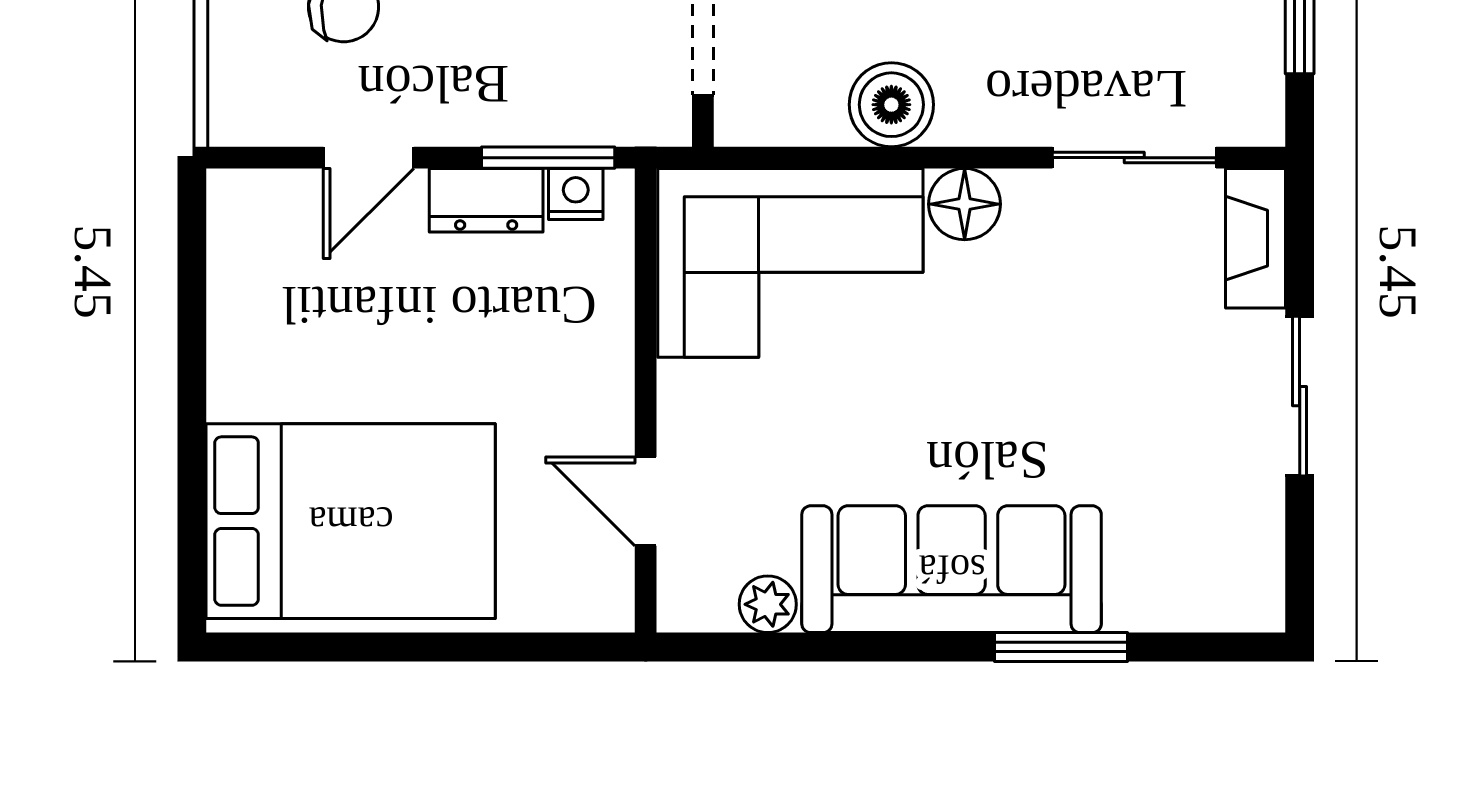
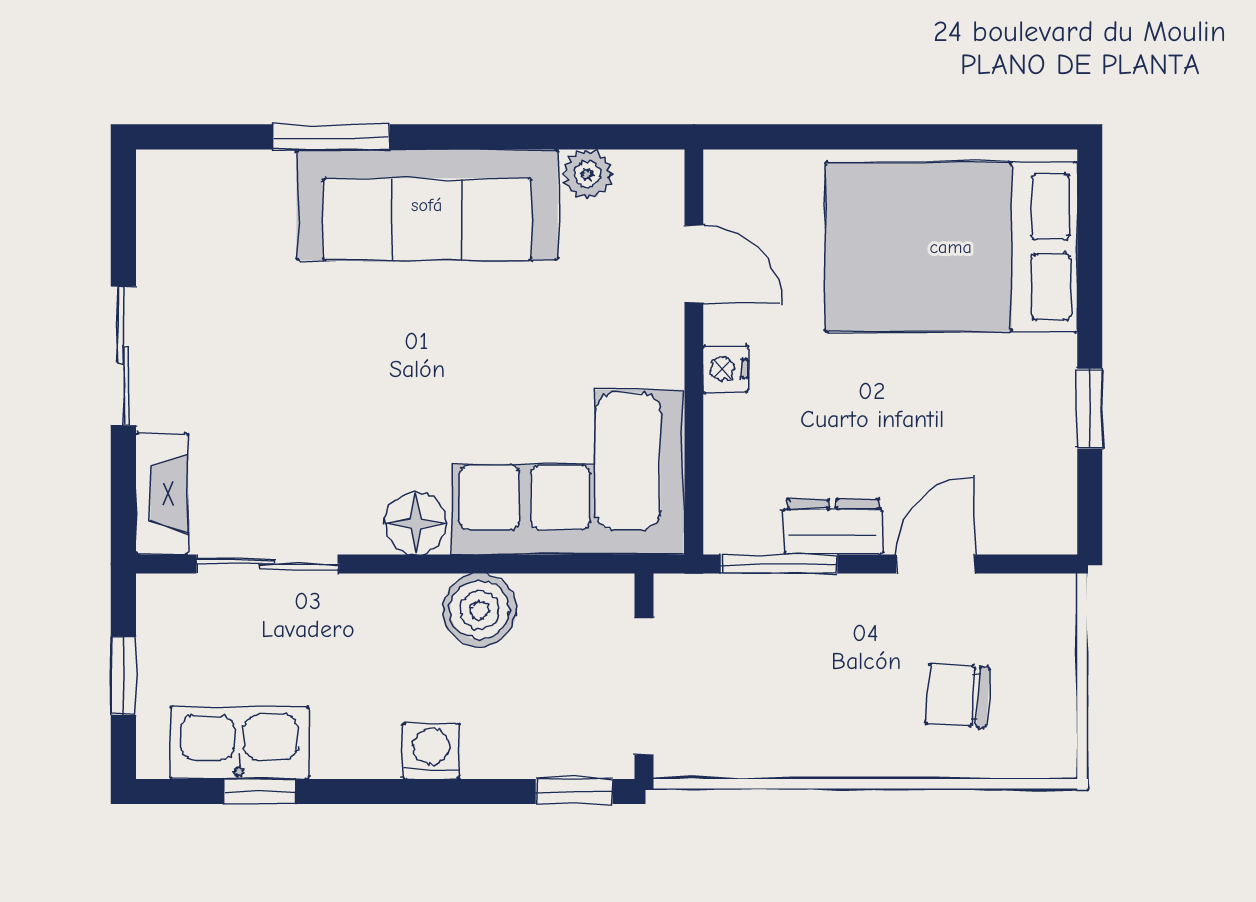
nightstand: (576, 194) -> (726, 369), moved, turned 90
window: (192, 336) -> (1090, 409), added

